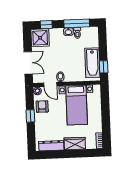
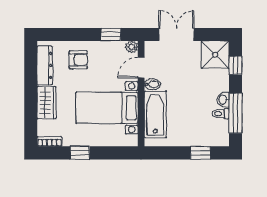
double door: (28, 63) -> (176, 34), swing flipped
bathtub: (92, 63) -> (155, 114), moved, turned 90
window: (104, 67) -> (200, 153), moved
armchair: (42, 106) -> (78, 60), moved
window: (30, 116) -> (111, 34), moved
window: (106, 121) -> (80, 153), added

